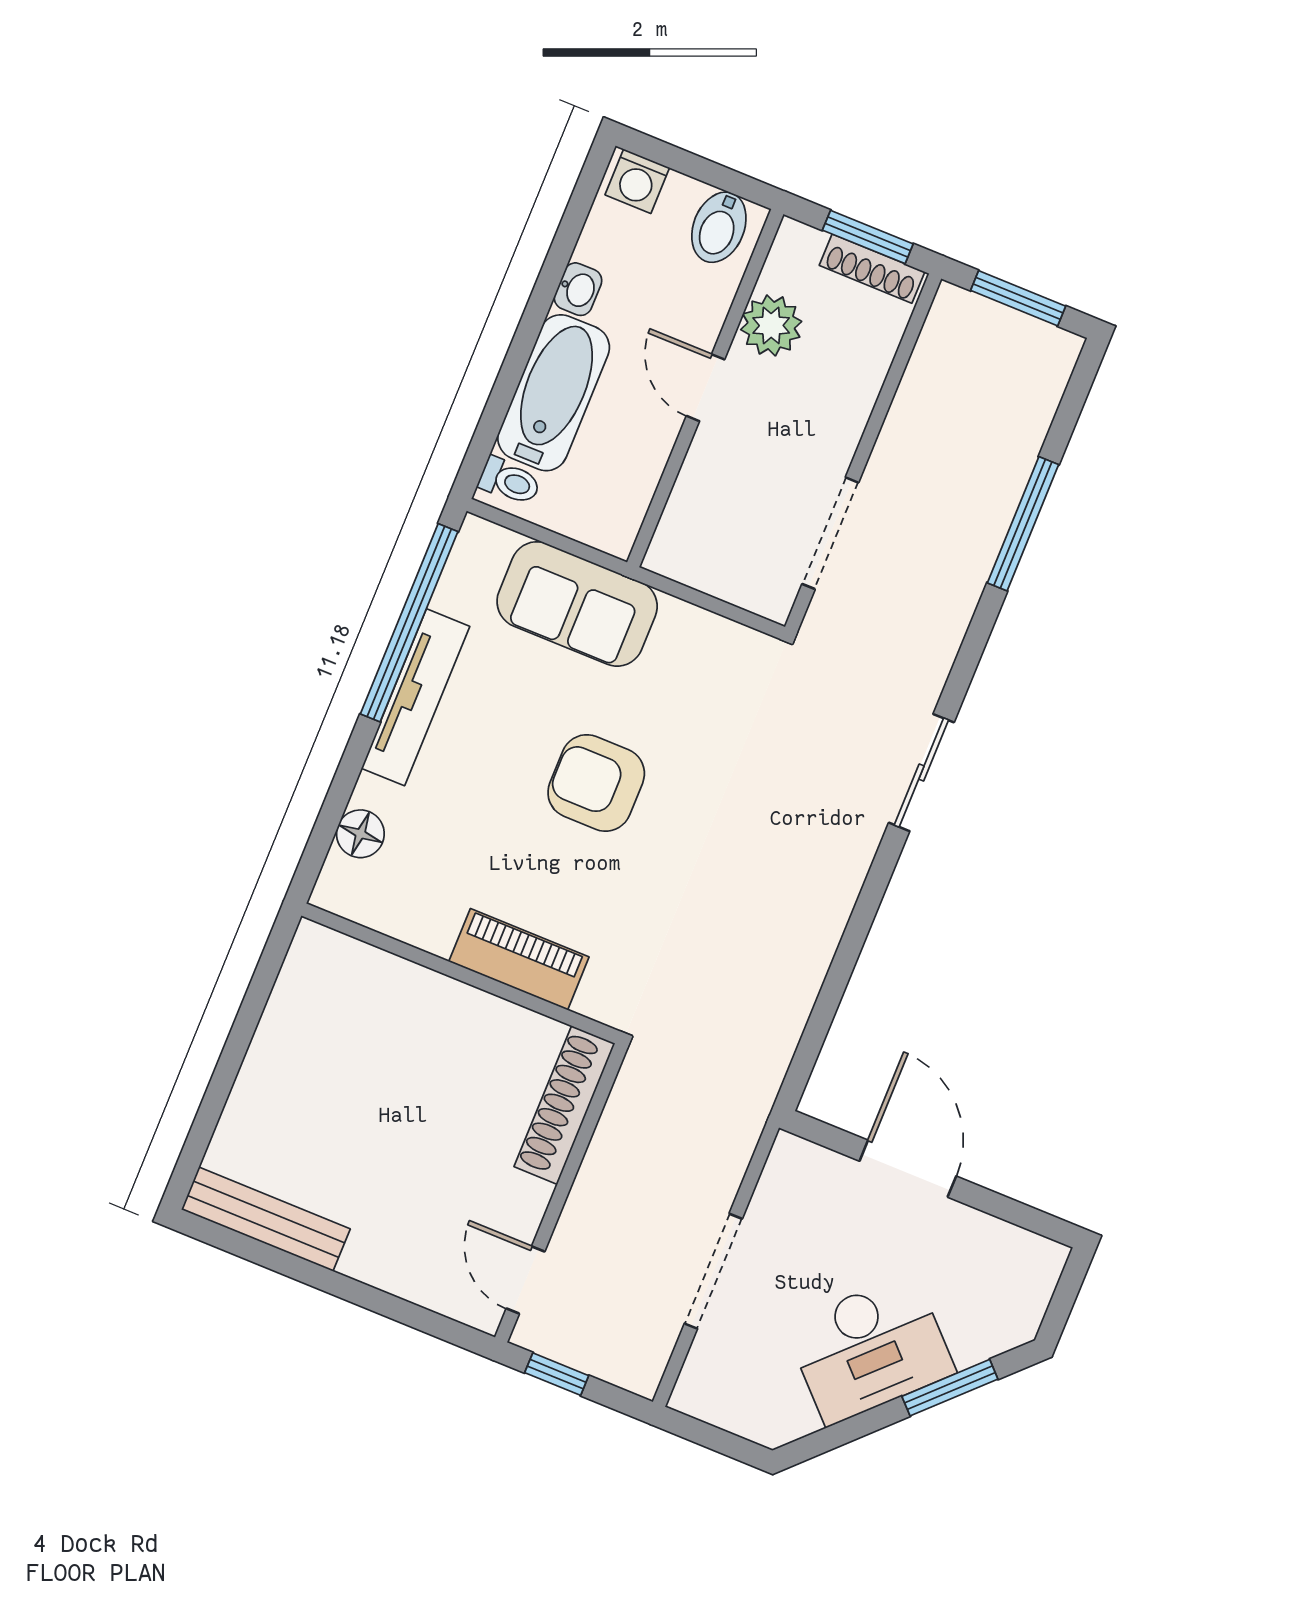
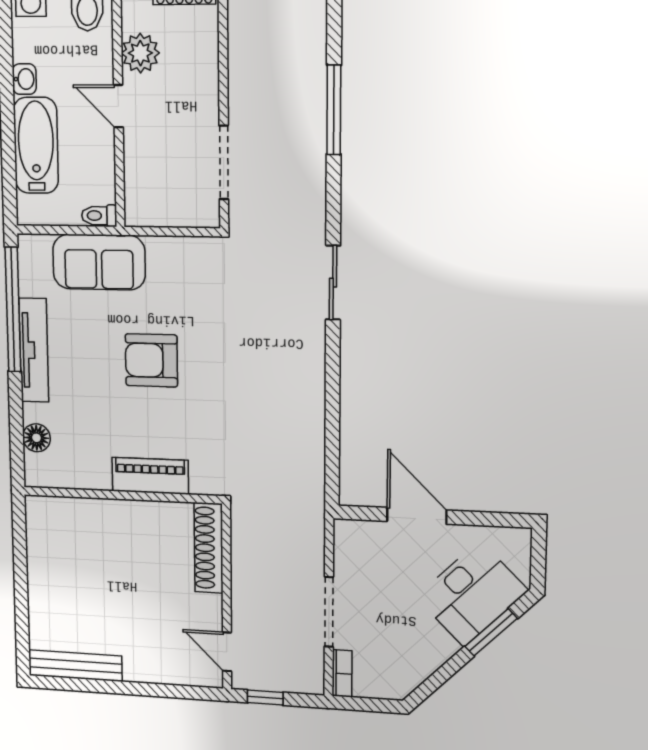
toilet: (510, 481) -> (99, 216), moved, turned 180
desk: (870, 1349) -> (472, 594), moved
bookcase: (695, 1376) -> (342, 673), added

